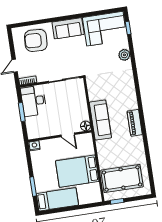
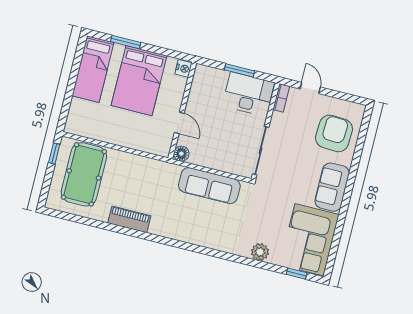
sofa: (100, 120) -> (209, 186), moved
piano: (135, 123) -> (129, 219), moved
door: (68, 135) -> (179, 123), swing flipped
bed: (77, 171) -> (139, 81), moved, turned 180

